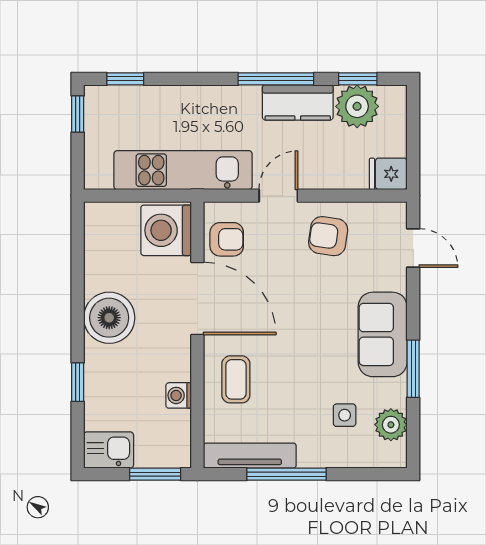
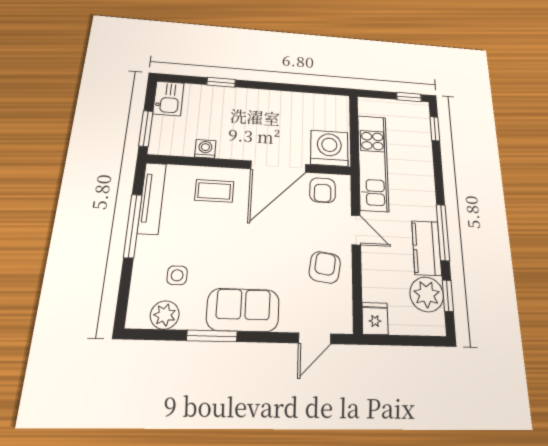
boiler: (109, 318) -> (267, 106), removed

